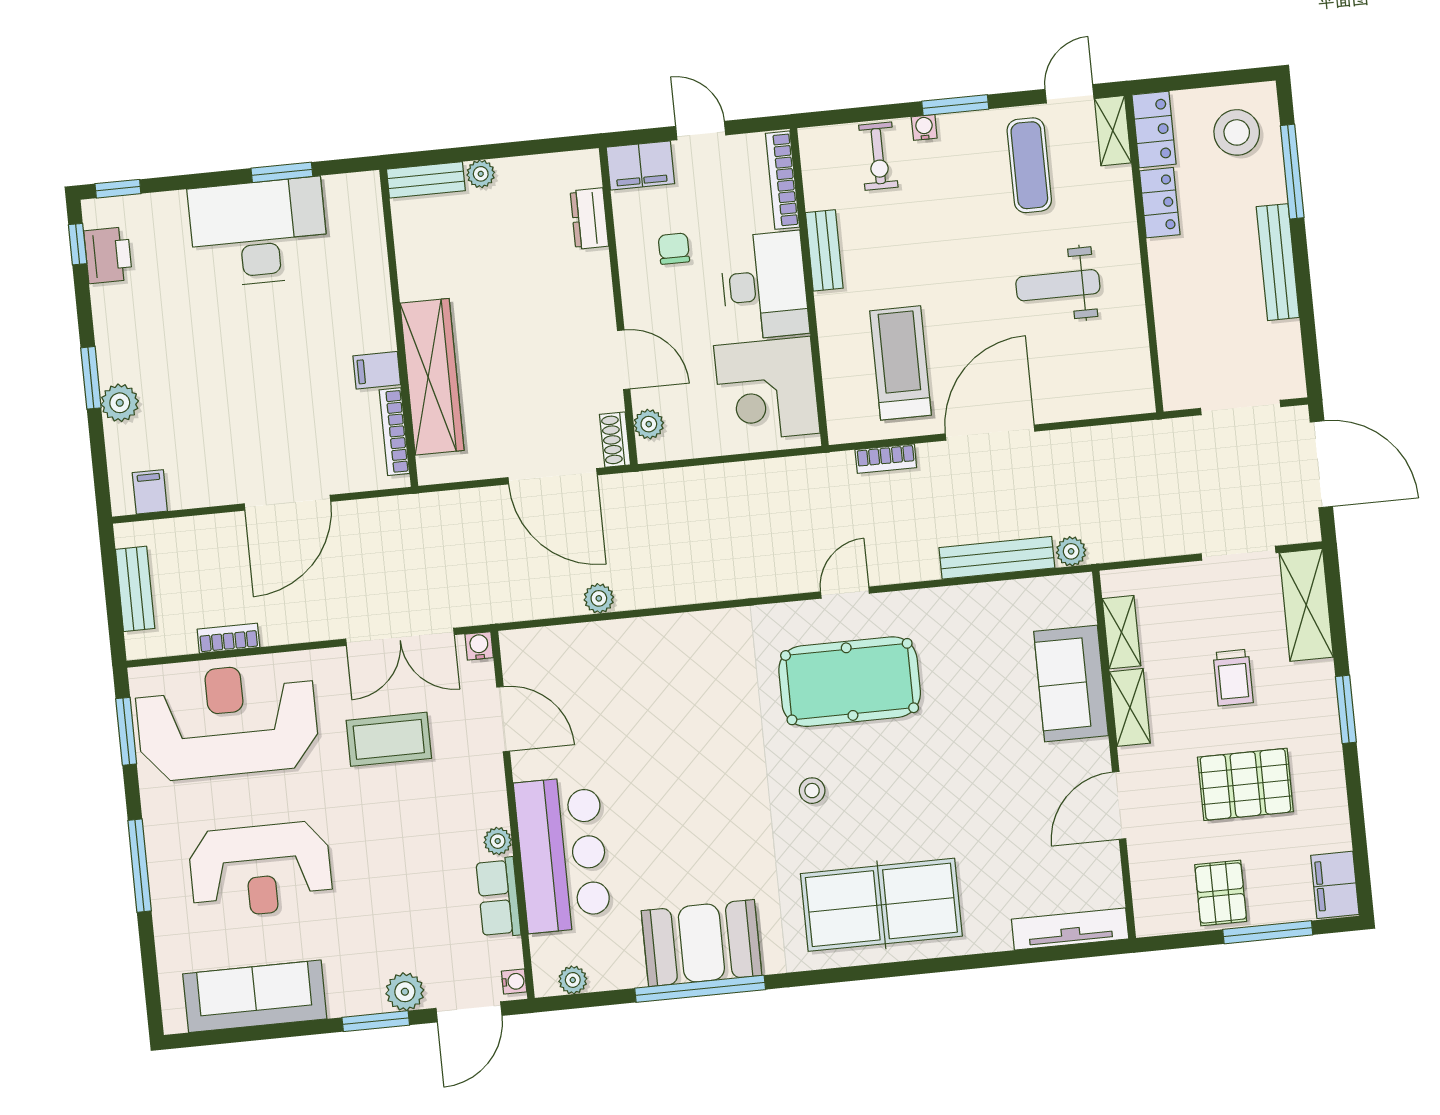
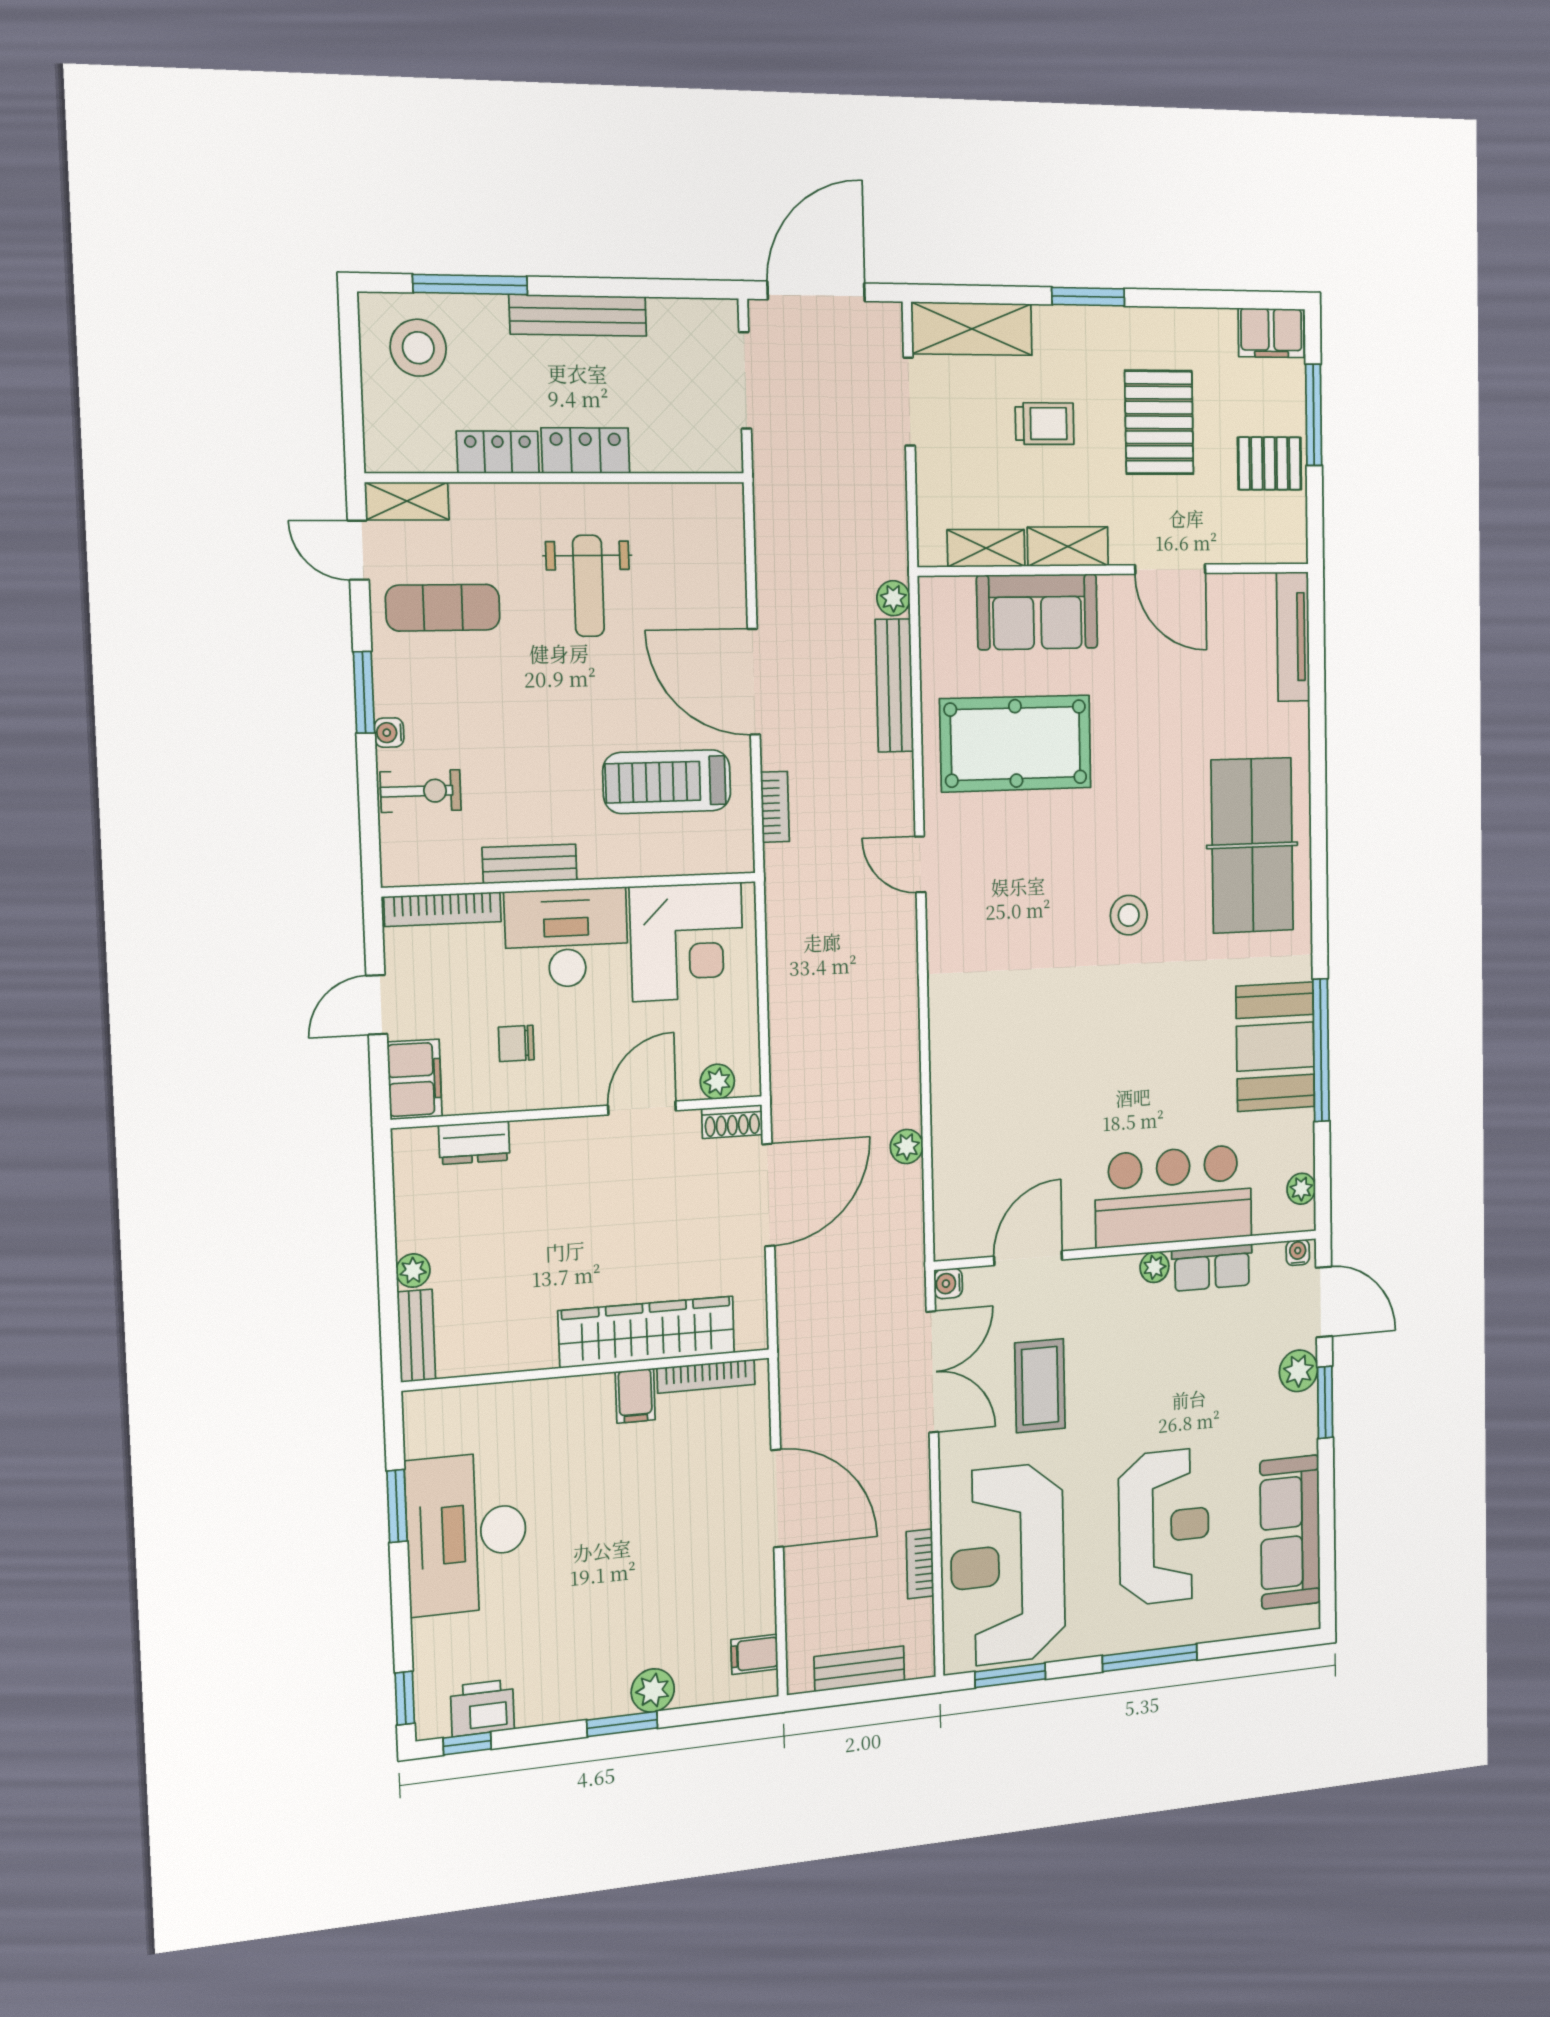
locker: (1154, 129) -> (586, 451), moved
pool table: (850, 682) -> (1016, 743), moved, turned 90
stool: (812, 791) -> (1129, 915), width x1.37, depth x1.37

